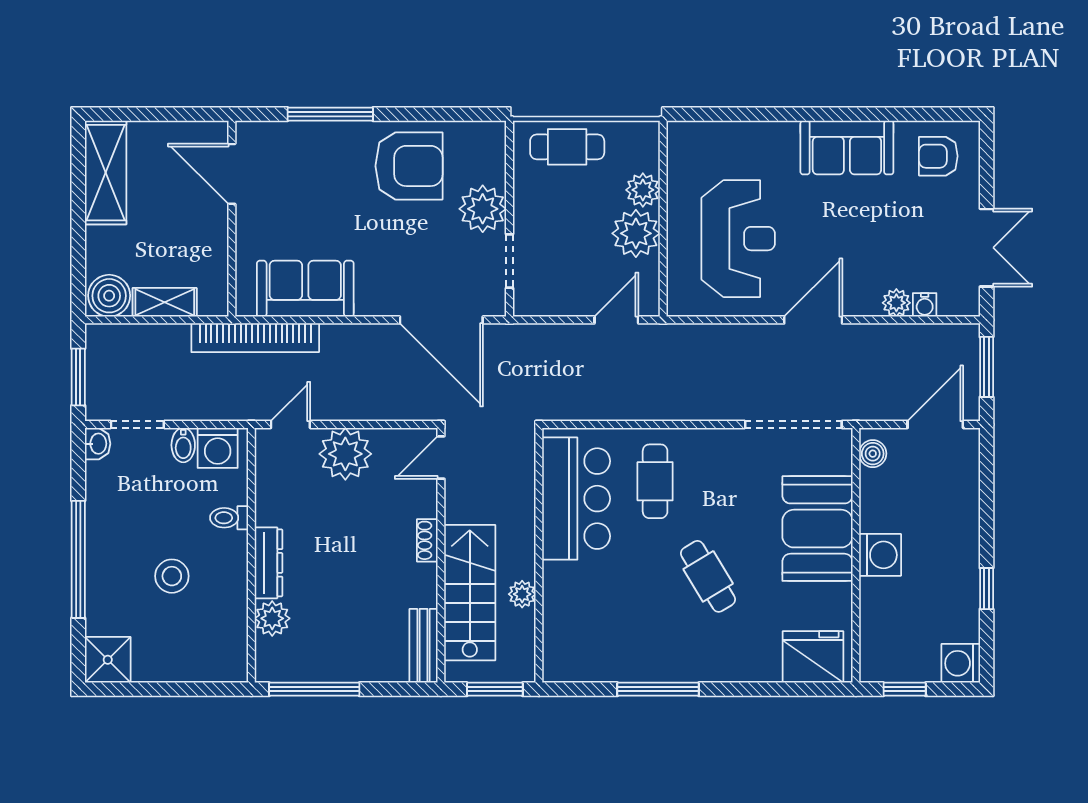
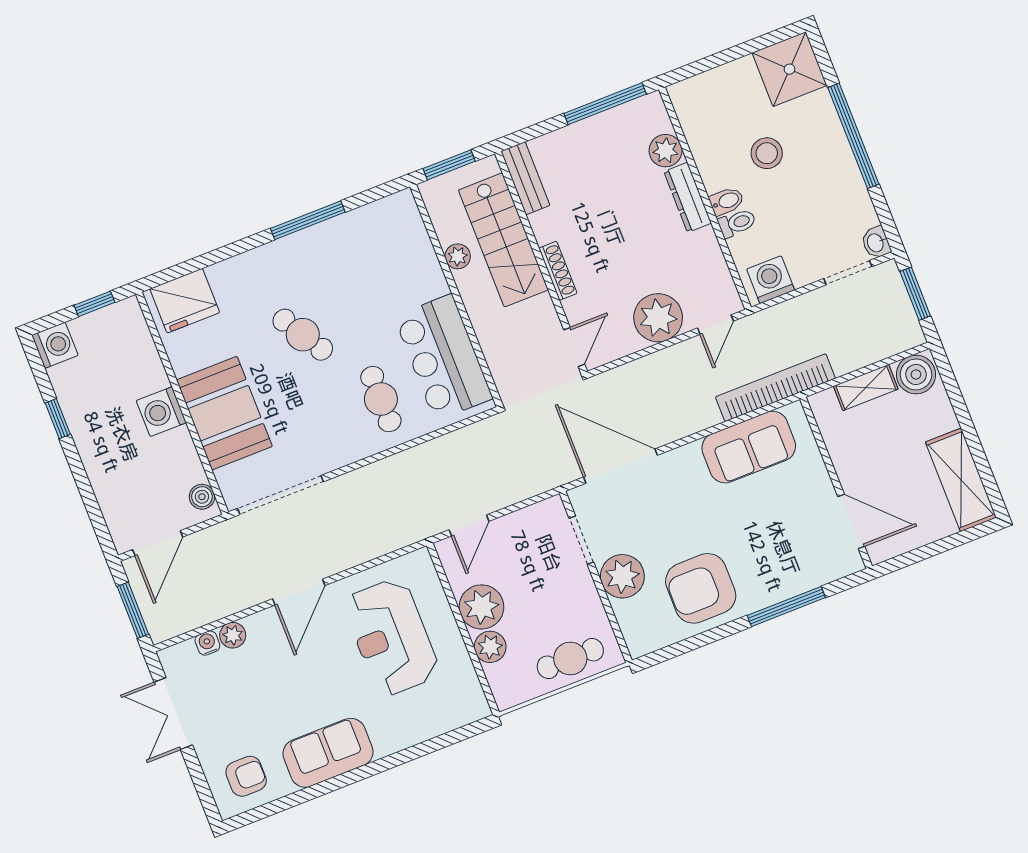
bidet: (183, 445) -> (727, 201), moved, turned 90
shoe rack: (427, 540) -> (558, 271), width x1.43
shower: (108, 660) -> (790, 69), width x1.36, depth x1.36

